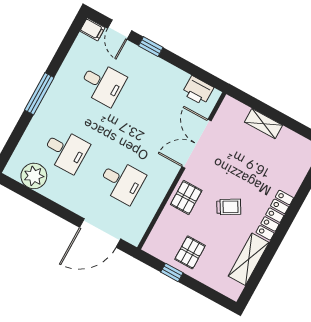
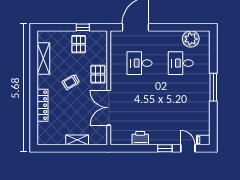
desk: (103, 84) -> (181, 112), removed
printer: (198, 91) -> (140, 138), moved
double door: (196, 144) -> (109, 108), swing flipped
locker: (275, 215) -> (42, 105), moved

